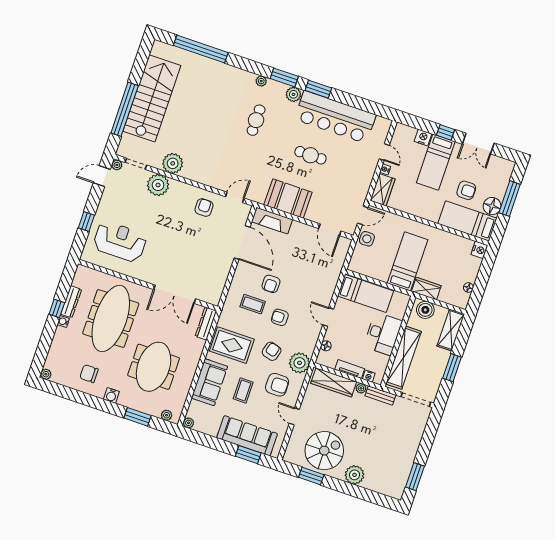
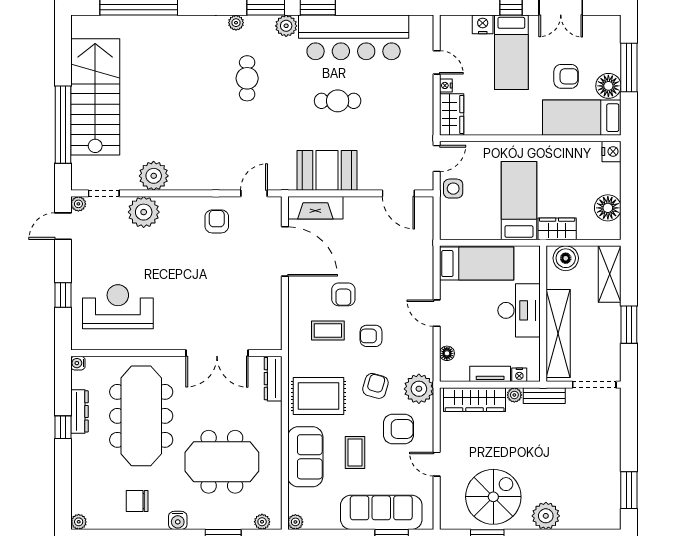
floor lamp: (468, 288) -> (608, 208), width x1.89, depth x1.89
water cooler: (63, 322) -> (78, 363), moved
meeting table: (154, 367) -> (222, 462), turned 90

